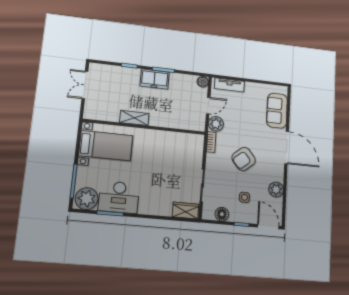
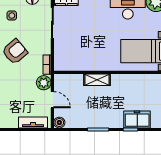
freezer: (155, 79) -> (137, 119), moved
door: (208, 106) -> (52, 100), swing flipped
shelving: (134, 118) -> (97, 80), moved

